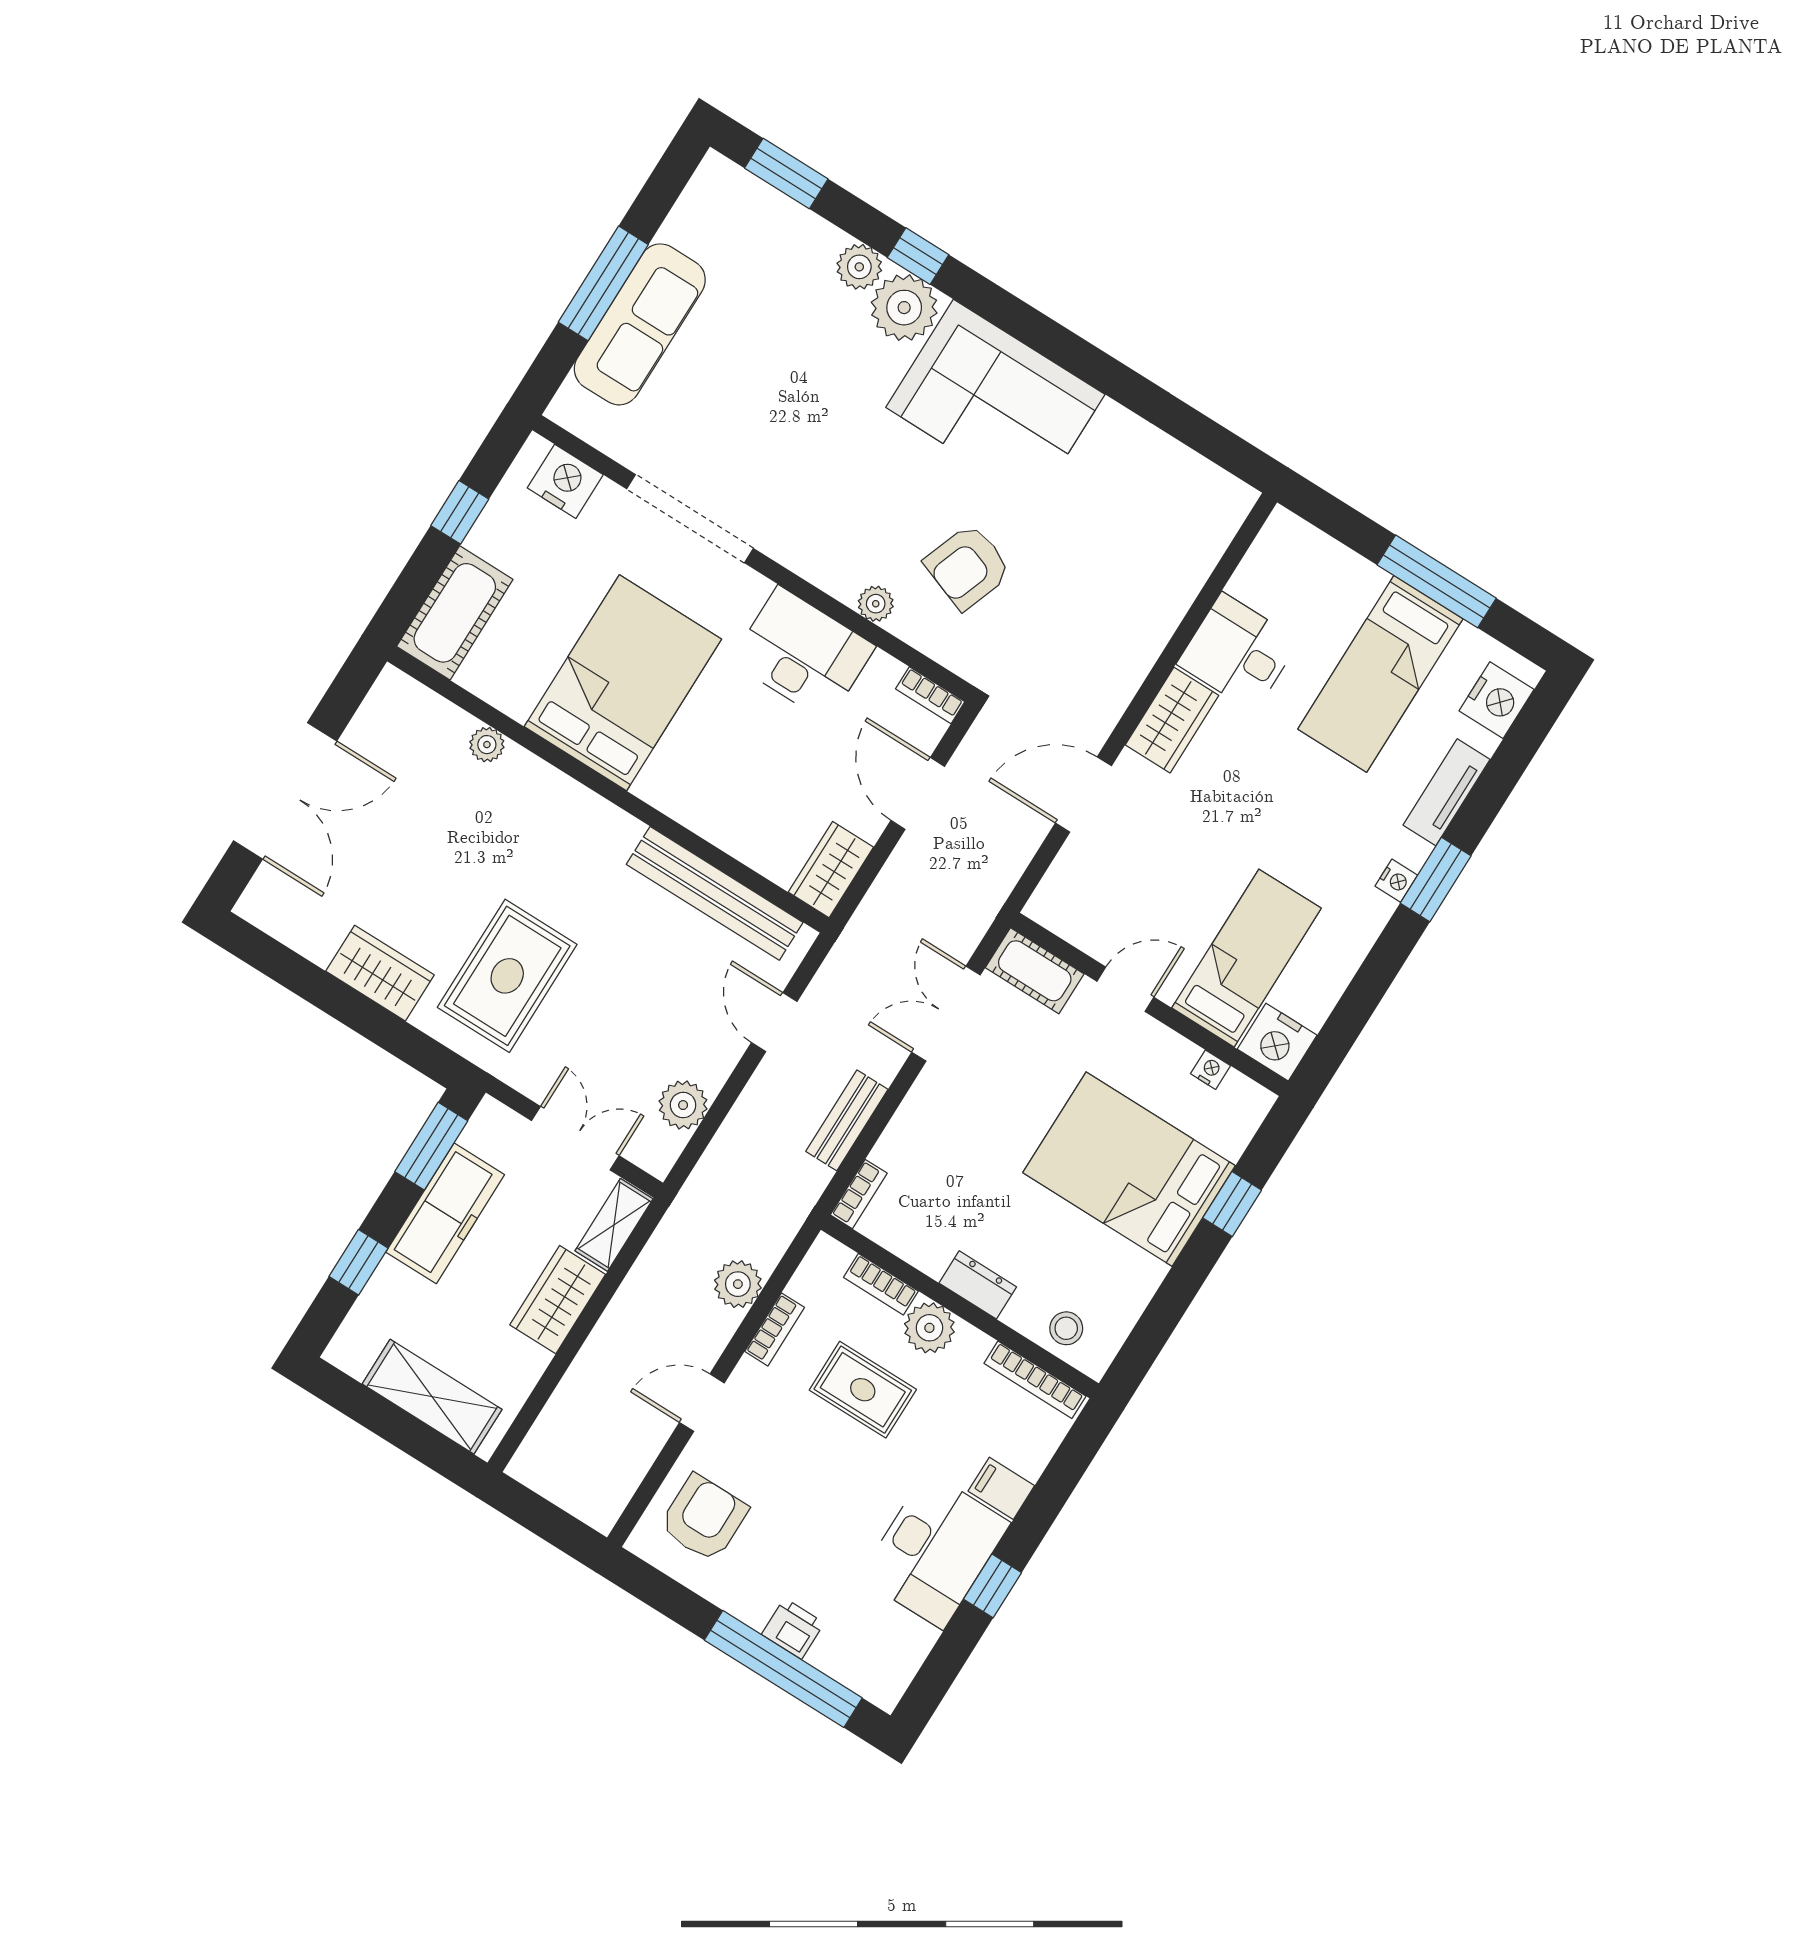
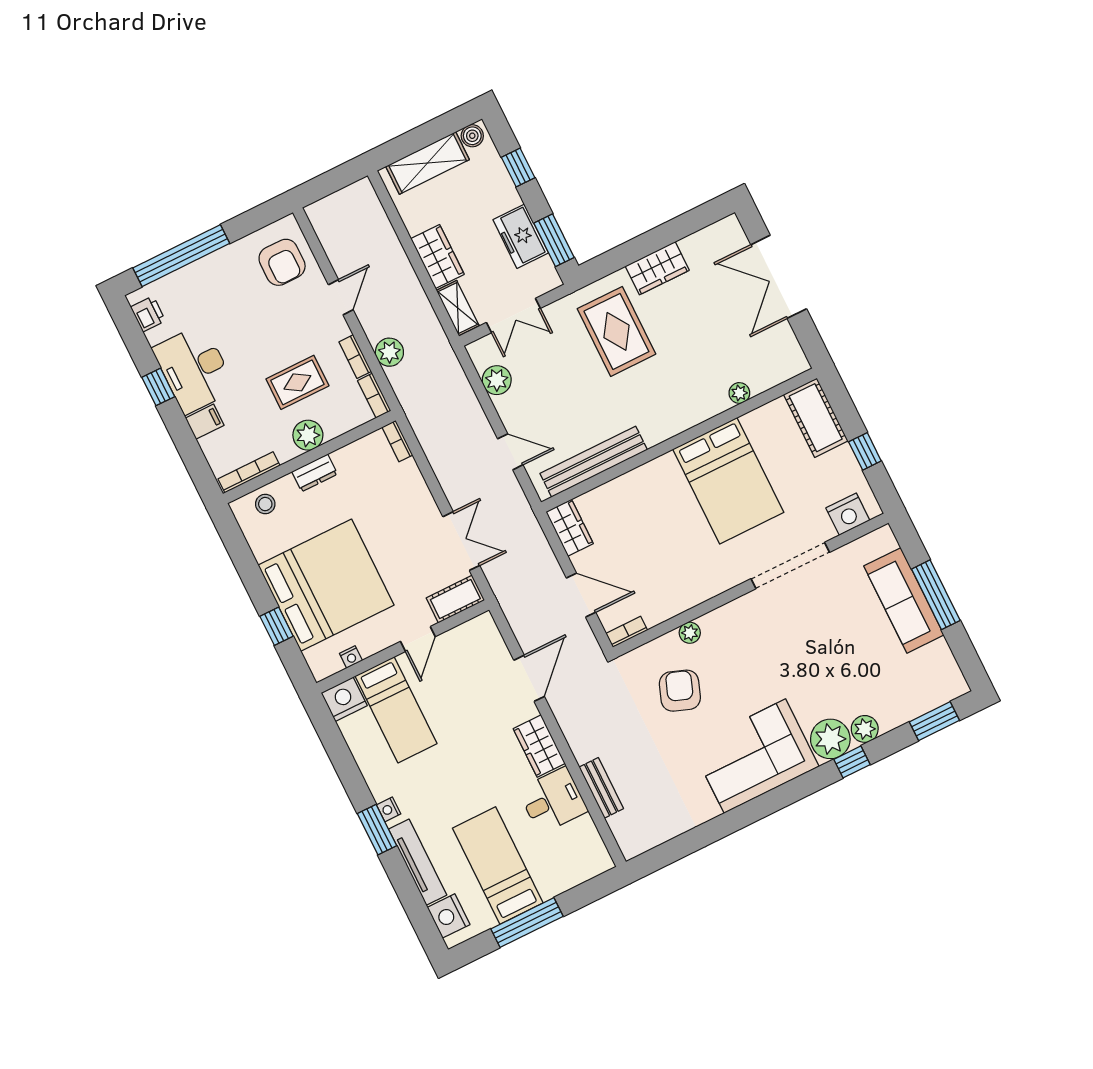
desk: (803, 654) -> (687, 580), removed
tv unit: (1447, 792) -> (418, 862), width x1.41
bench: (847, 1120) -> (601, 788), moved
bed: (1129, 1169) -> (326, 585), width x1.36
freezer: (445, 1213) -> (521, 236), width x0.71
bookcase: (881, 1284) -> (374, 396), moved, turned -90
boiler: (353, 1356) -> (472, 136), added
printer: (793, 1629) -> (148, 314), moved, turned -90

